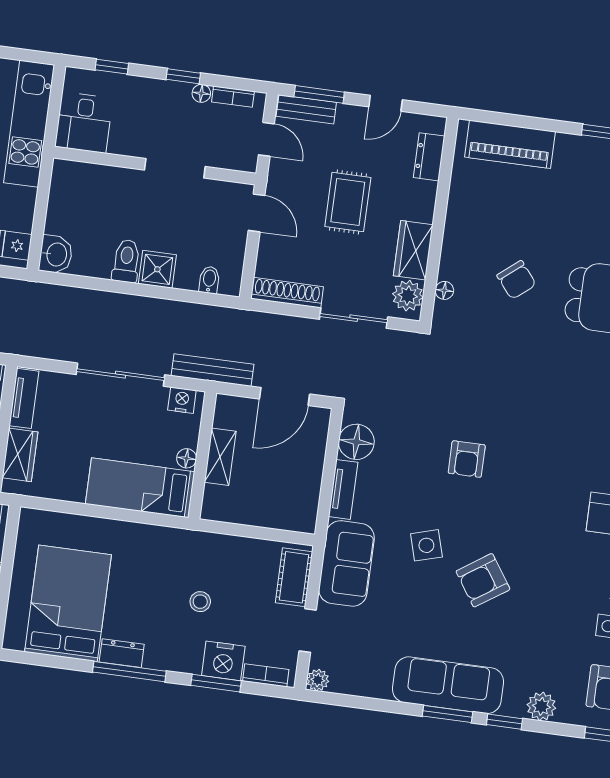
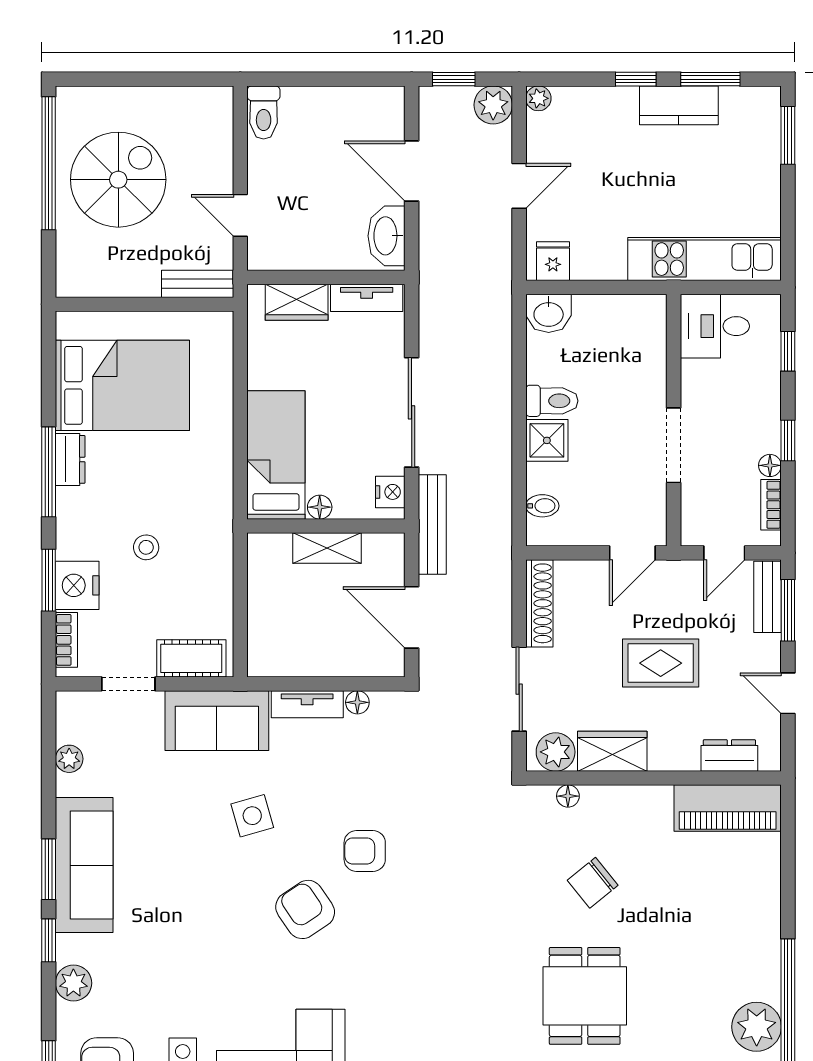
piano: (510, 144) -> (728, 808), moved, turned -90
floor lamp: (356, 442) -> (357, 702), width x0.53, depth x0.53
armchair: (483, 580) -> (305, 909), moved
plant: (318, 680) -> (69, 759), moved

